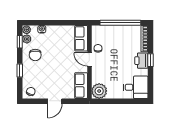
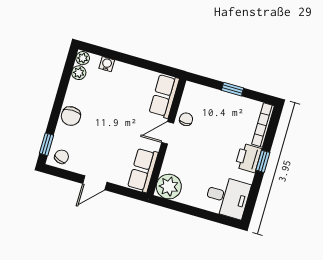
window: (120, 23) -> (233, 89), width x0.32
window: (20, 42) -> (67, 74), removed
chair: (35, 55) -> (71, 116), moved
door: (89, 59) -> (168, 133), hinge flipped
window: (20, 70) -> (46, 144), moved

